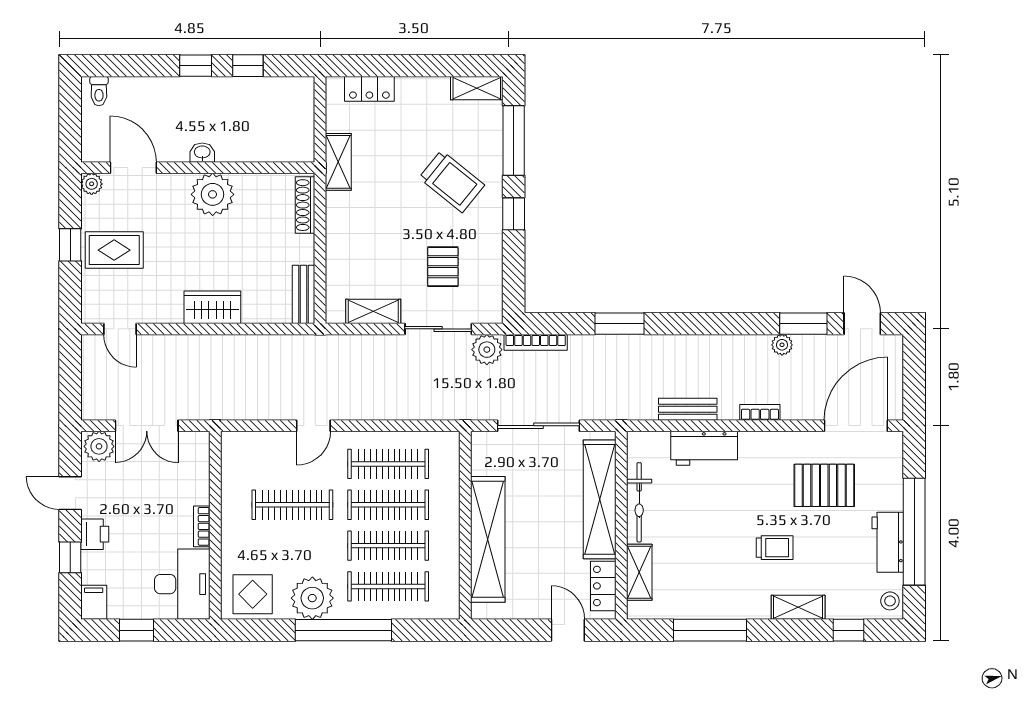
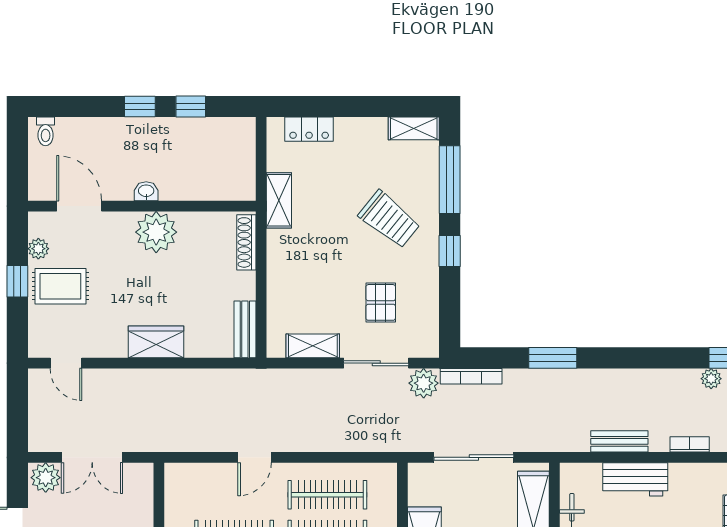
plant: (92, 184) -> (38, 249), moved

